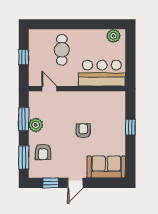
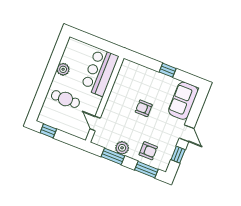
plant: (113, 36) -> (63, 69), moved
window: (24, 57) -> (48, 131), moved
door: (49, 89) -> (95, 123), hinge flipped
window: (130, 127) -> (168, 70), moved

